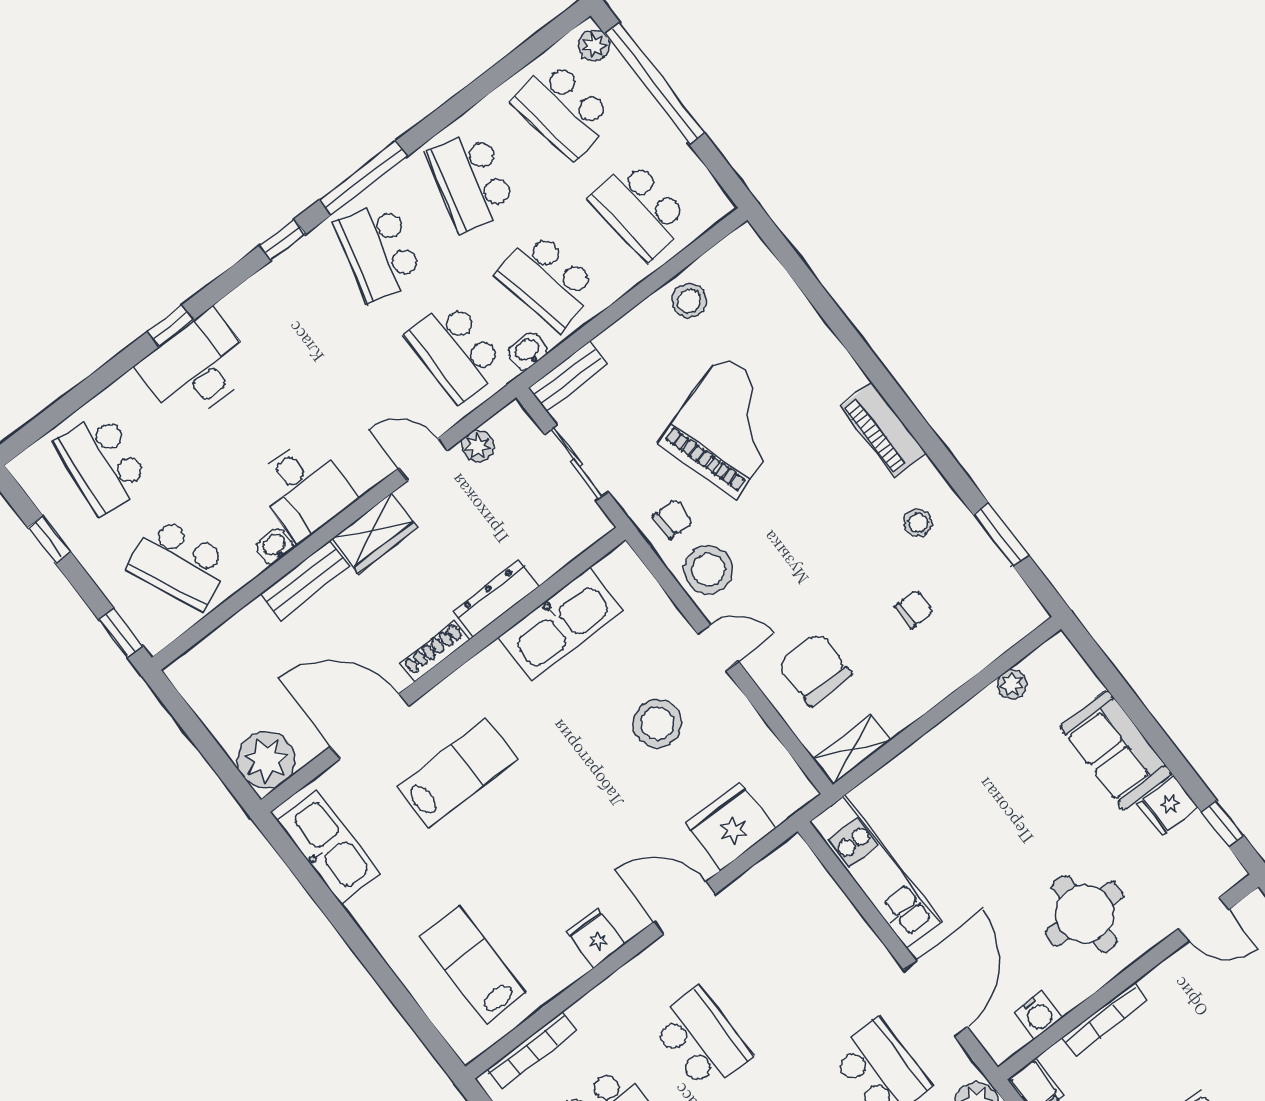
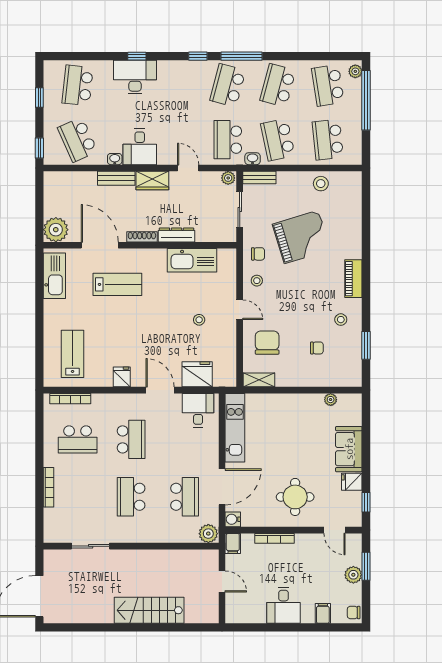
plant: (478, 446) -> (228, 178), moved
stool: (708, 570) -> (257, 281), width x0.53, depth x0.53
stool: (657, 723) -> (199, 320), width x0.53, depth x0.53
desk: (783, 891) -> (198, 410), added
water cooler: (1038, 1015) -> (233, 519), moved, turned 90

